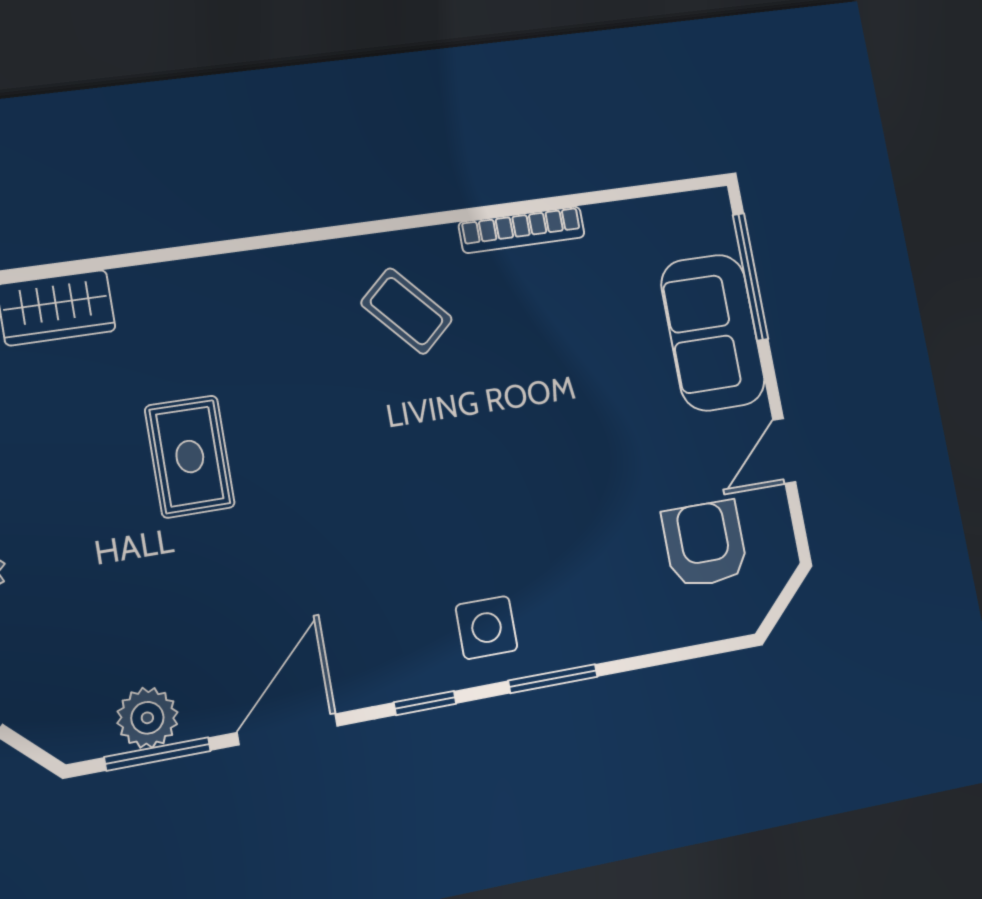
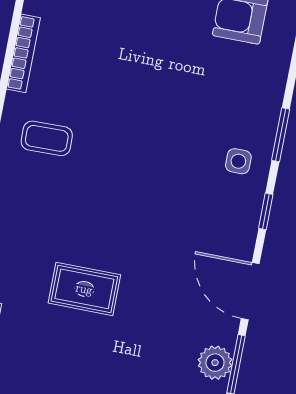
coffee table: (407, 311) -> (47, 138), turned 41
side table: (487, 628) -> (238, 161), width x0.73, depth x0.73

